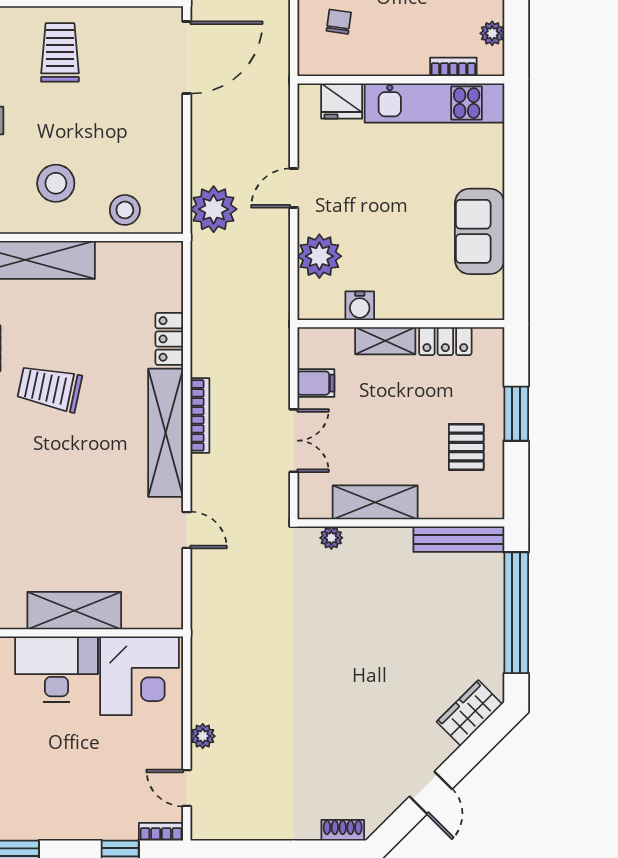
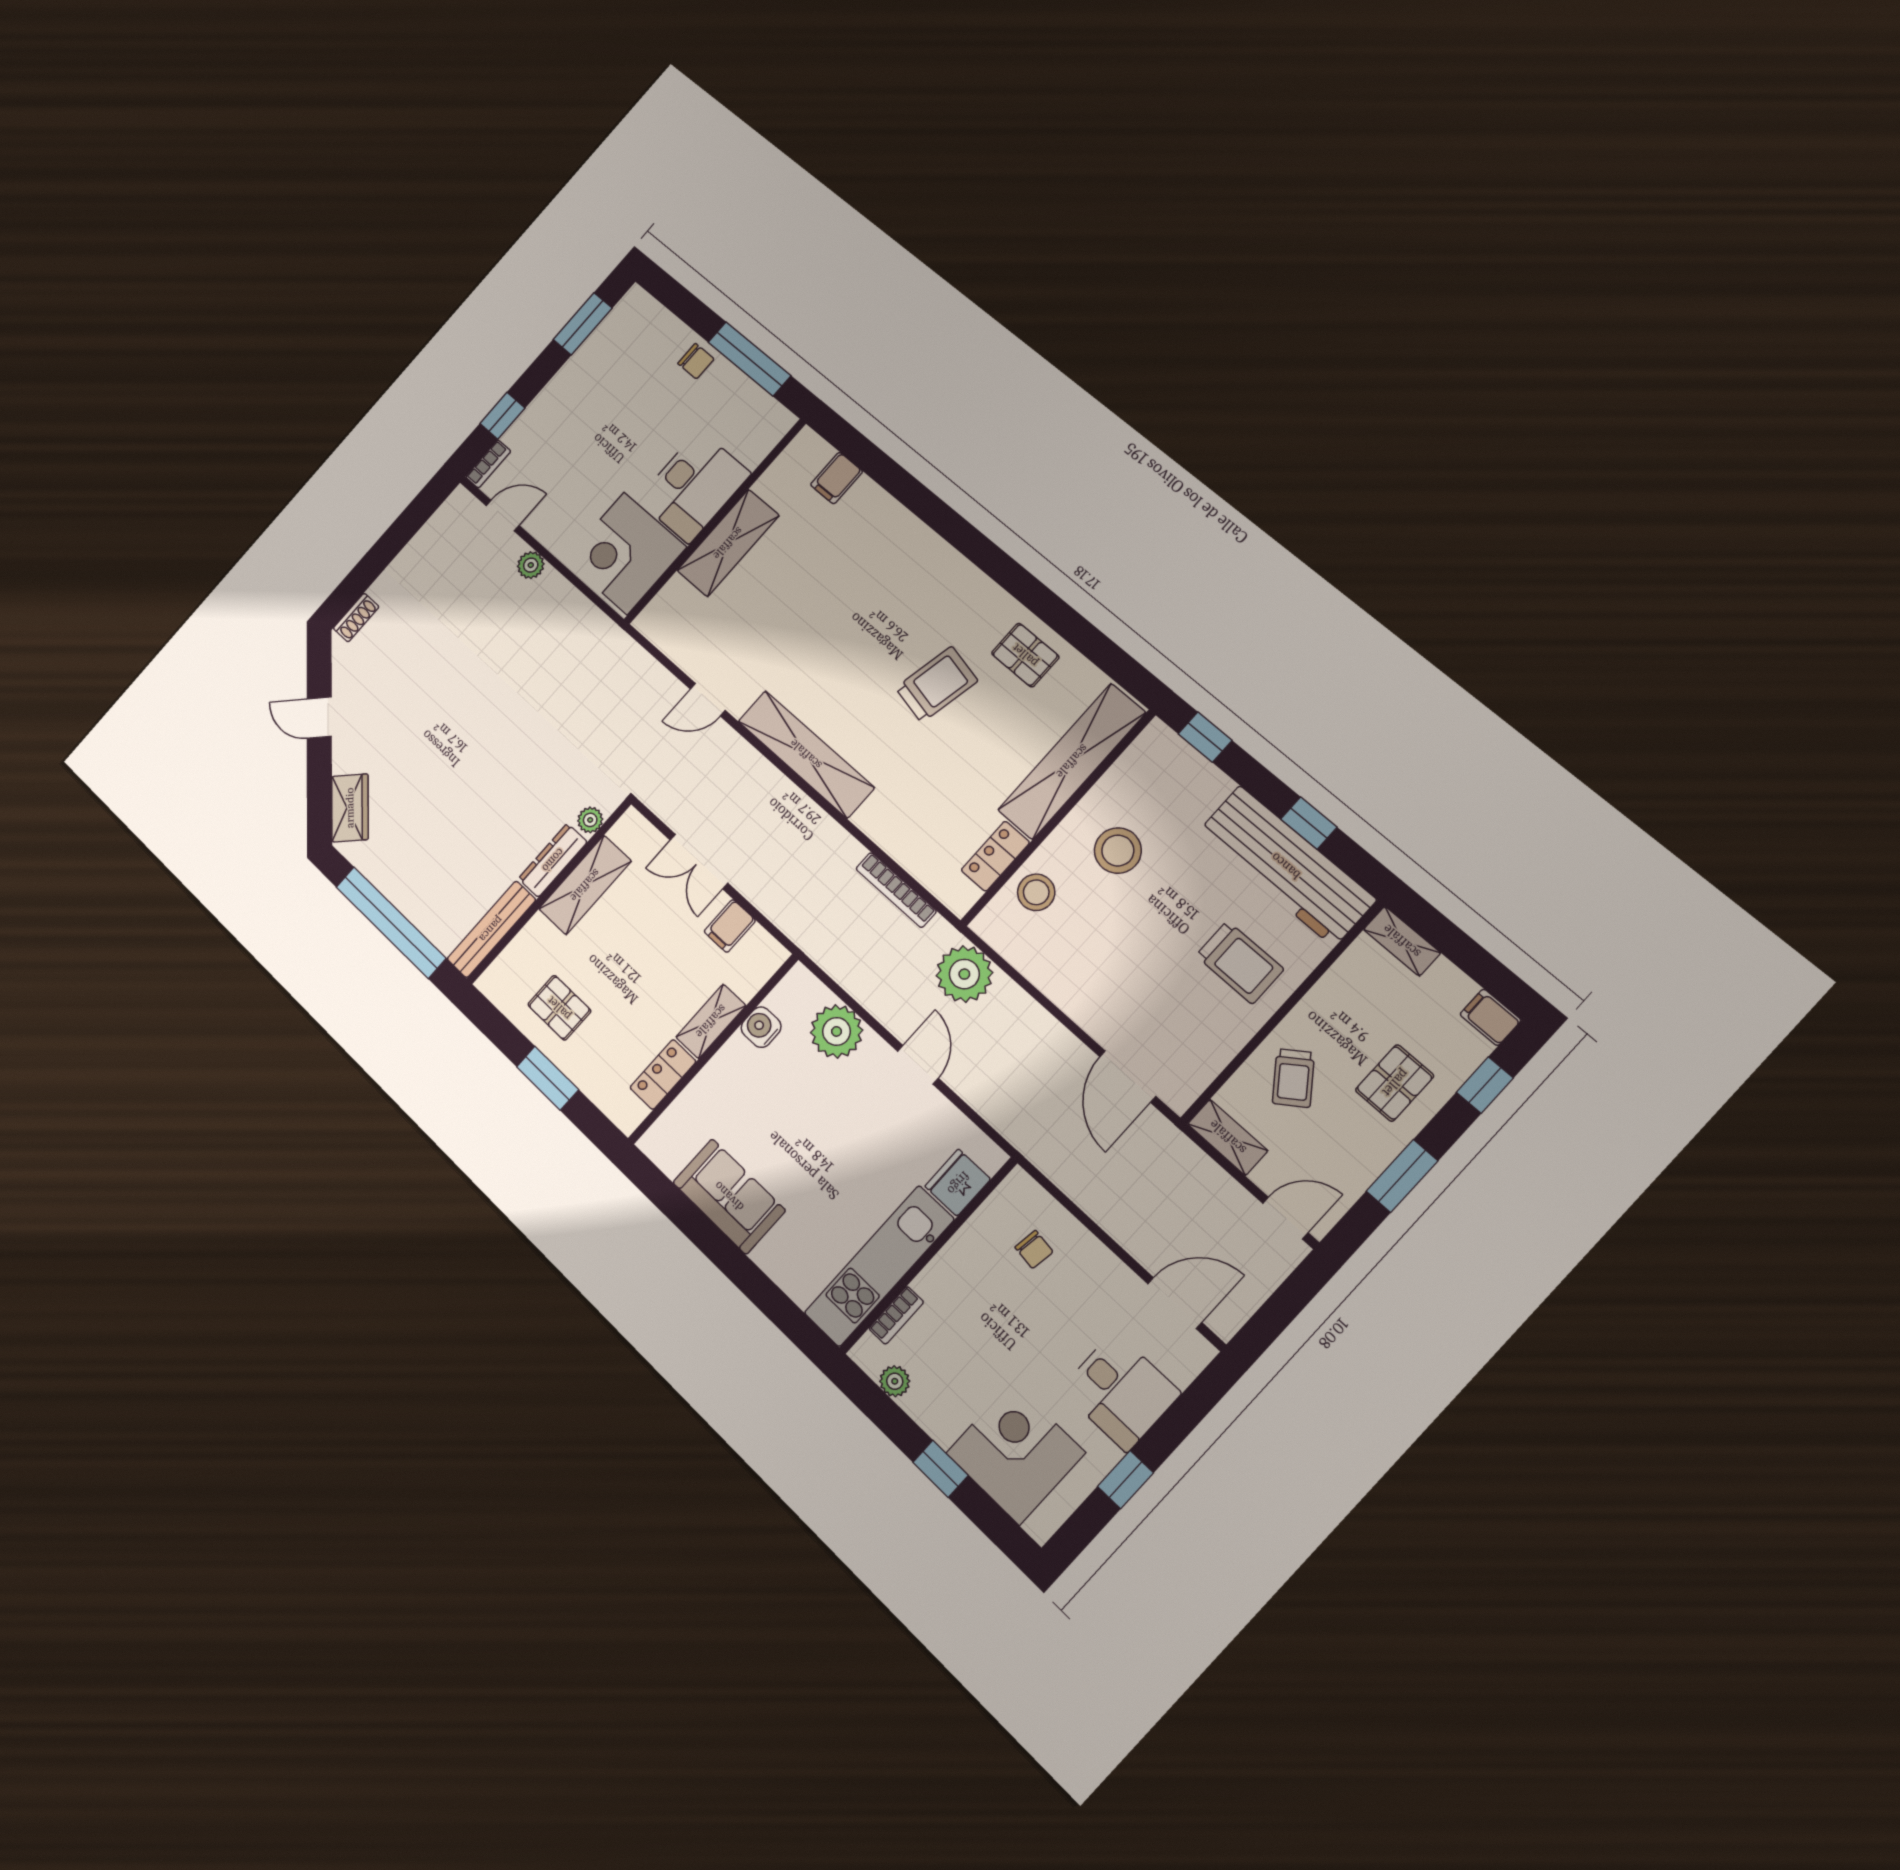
door: (187, 58) -> (1128, 1077), width x0.73
locker: (169, 339) -> (995, 856), moved, turned -90
bookcase: (200, 415) -> (896, 890), moved
dresser: (379, 539) -> (553, 860), added

